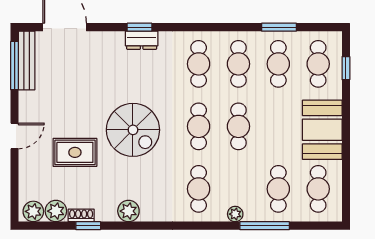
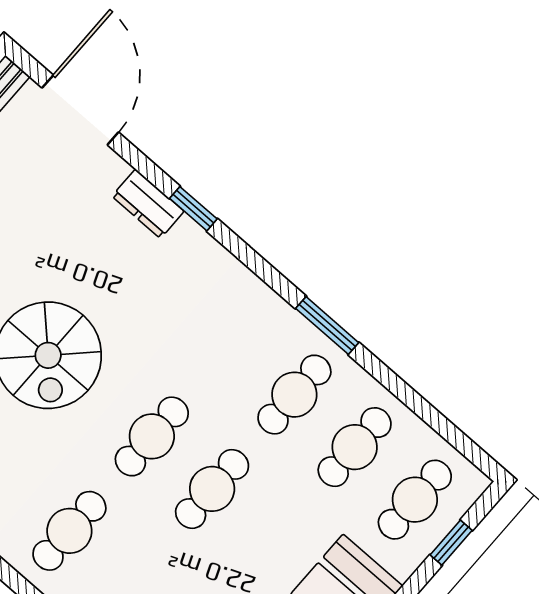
window: (279, 27) -> (327, 325), moved
dresser: (142, 40) -> (148, 204), moved
cafe table: (199, 64) -> (234, 342), removed

